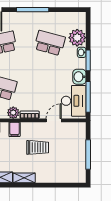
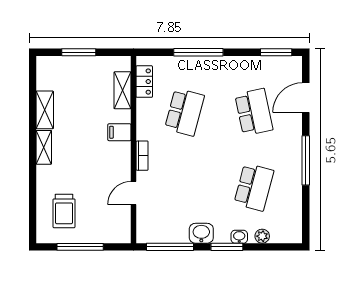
plant: (77, 38) -> (262, 236), width x0.53, depth x0.53
desk: (74, 101) -> (164, 224), removed
plant: (13, 113) -> (145, 130), removed
door: (54, 120) -> (133, 193), swing flipped
trolley: (38, 147) -> (64, 211), moved

